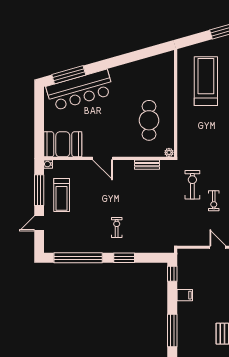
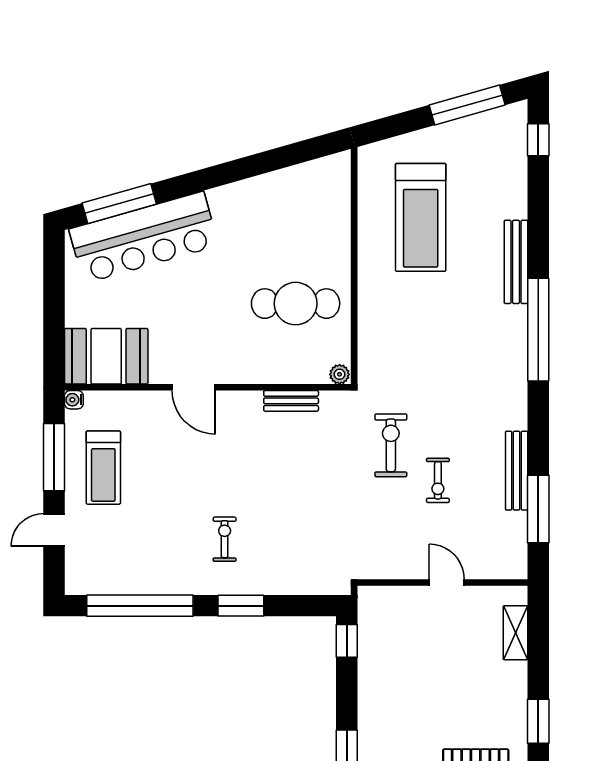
treadmill: (206, 81) -> (421, 217), turned 180
cafe table: (149, 120) -> (296, 304), turned 90
filing cabinet: (185, 295) -> (374, 688), removed

